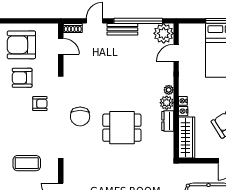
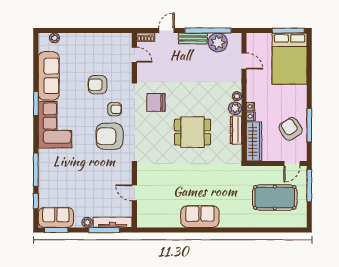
plant: (164, 33) -> (218, 42), moved
armchair: (21, 45) -> (110, 136), moved
door: (176, 53) -> (244, 61), swing flipped
chair: (80, 116) -> (156, 102), moved, turned 90
dresser: (168, 121) -> (236, 130), width x1.44
coffee table: (27, 163) -> (102, 166), removed

